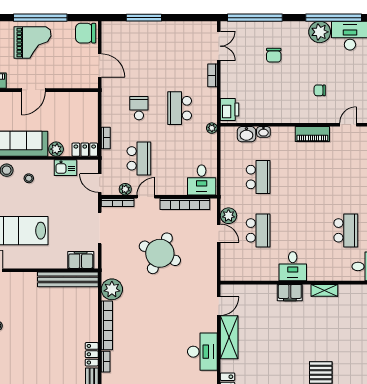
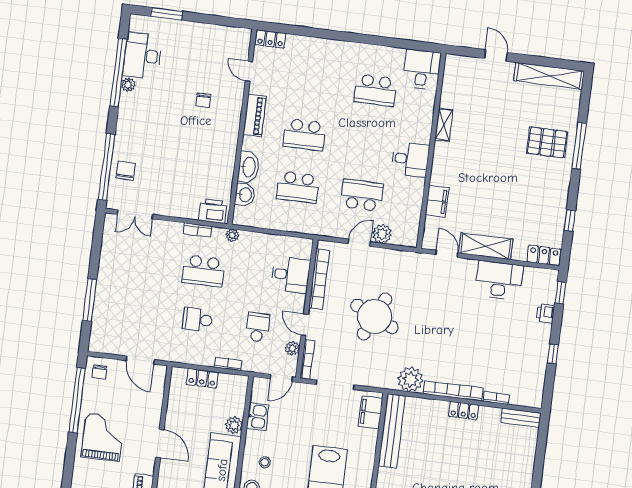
window: (40, 18) -> (77, 400), moved
plant: (320, 32) -> (128, 85), width x0.53, depth x0.53
chair: (86, 33) -> (99, 372), width x0.54, depth x0.54
double door: (219, 46) -> (135, 214), swing flipped
chair: (274, 55) -> (126, 171), moved, turned -90
door: (100, 65) -> (140, 360), swing flipped
bookcase: (213, 75) -> (198, 230), moved
washbasin: (263, 132) -> (249, 167), width x1.91, depth x1.45
locker: (85, 150) -> (202, 378), moved, turned -90
school desk: (139, 158) -> (258, 327), width x0.54
school desk: (258, 177) -> (298, 187), turned 180
school desk: (302, 177) -> (305, 135), added
desk: (202, 180) -> (291, 275), moved
plant: (228, 216) -> (382, 234), moved
school desk: (346, 230) -> (375, 90), turned 180
filing cabinet: (290, 293) -> (437, 201), moved
locker: (92, 354) -> (464, 411), moved

